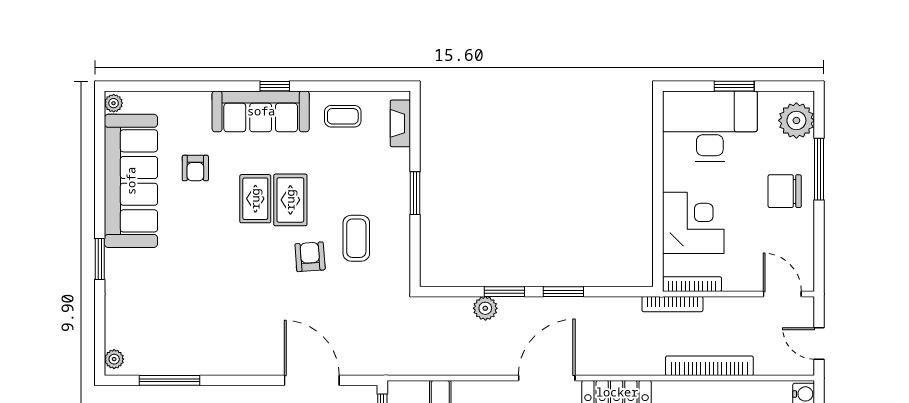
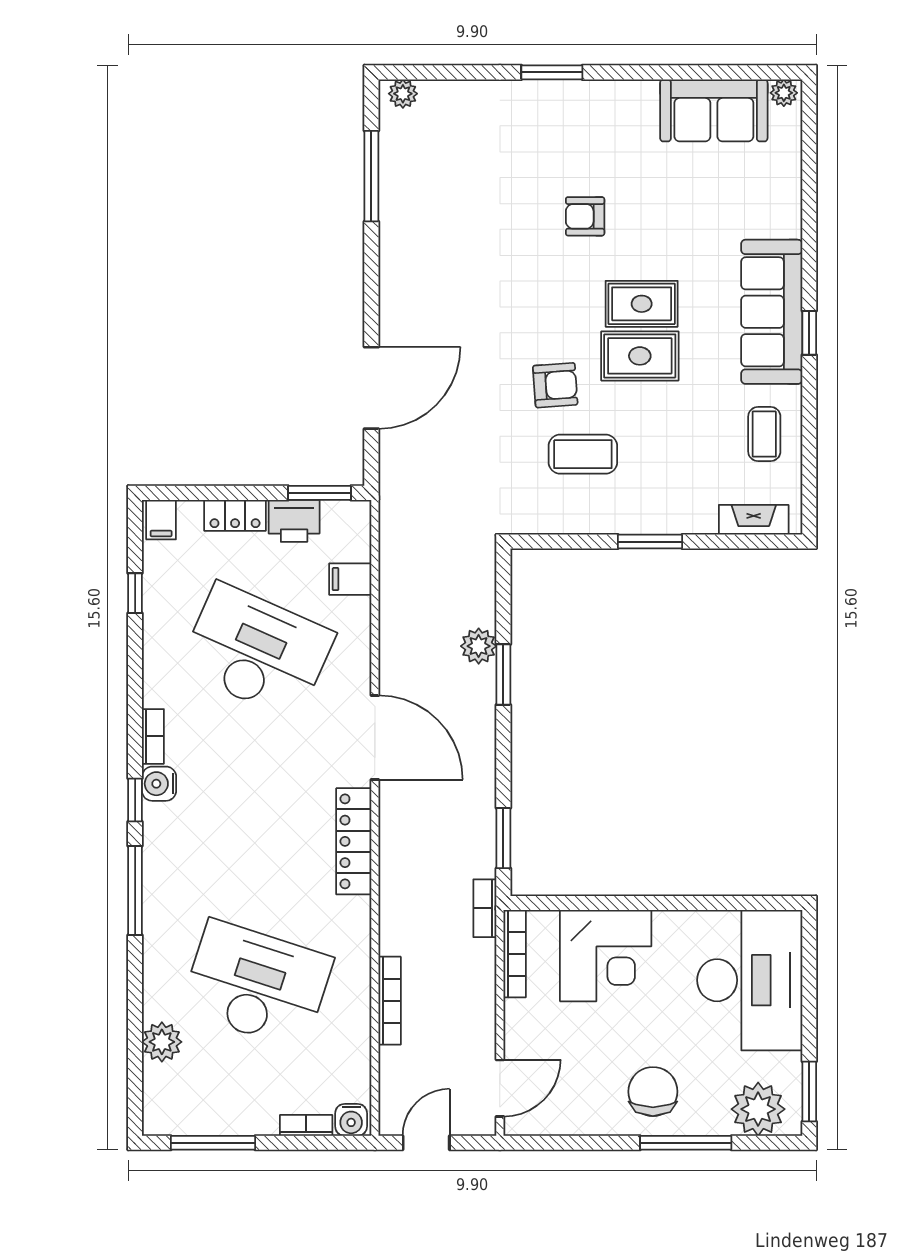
window: (734, 86) -> (809, 1091), moved
armchair: (195, 168) -> (585, 216), moved
sofa: (131, 181) -> (714, 110), width x0.54, depth x0.79
window: (563, 292) -> (503, 838), moved
bookcase: (672, 304) -> (485, 908), width x0.64
bookcase: (709, 366) -> (390, 1001), width x0.68, depth x0.76

